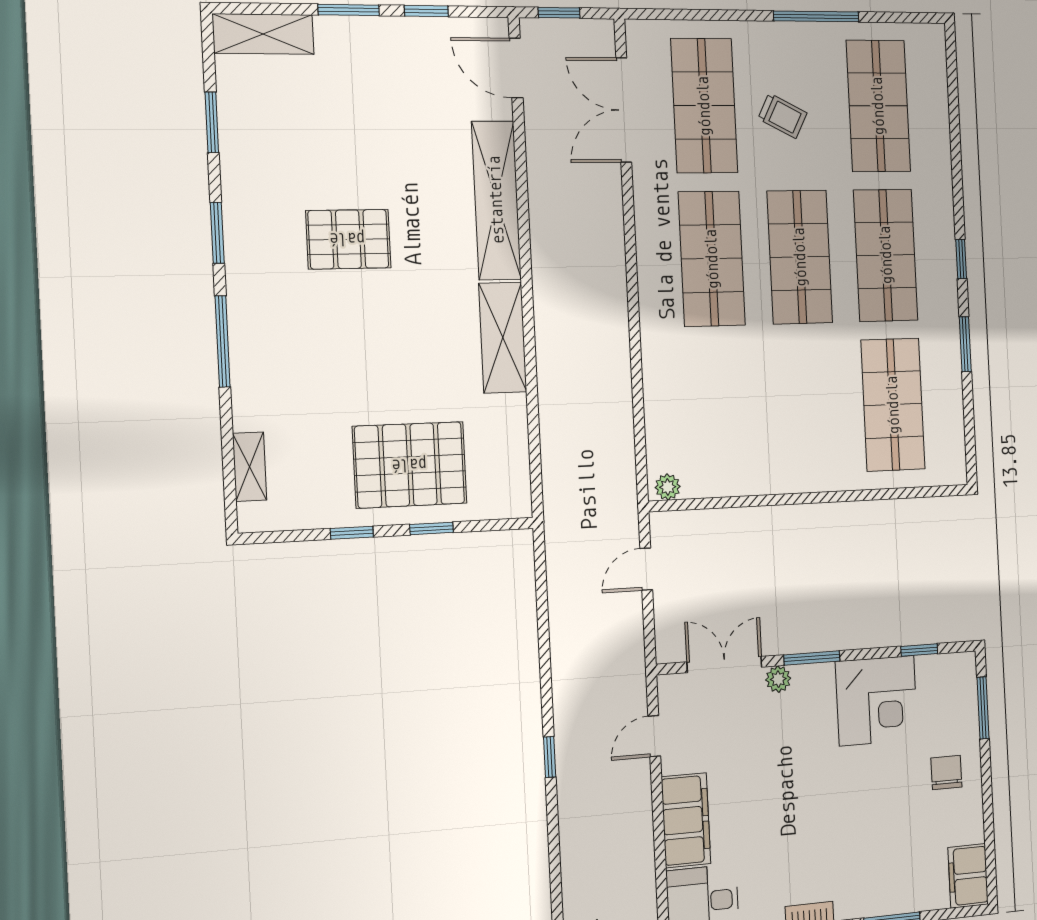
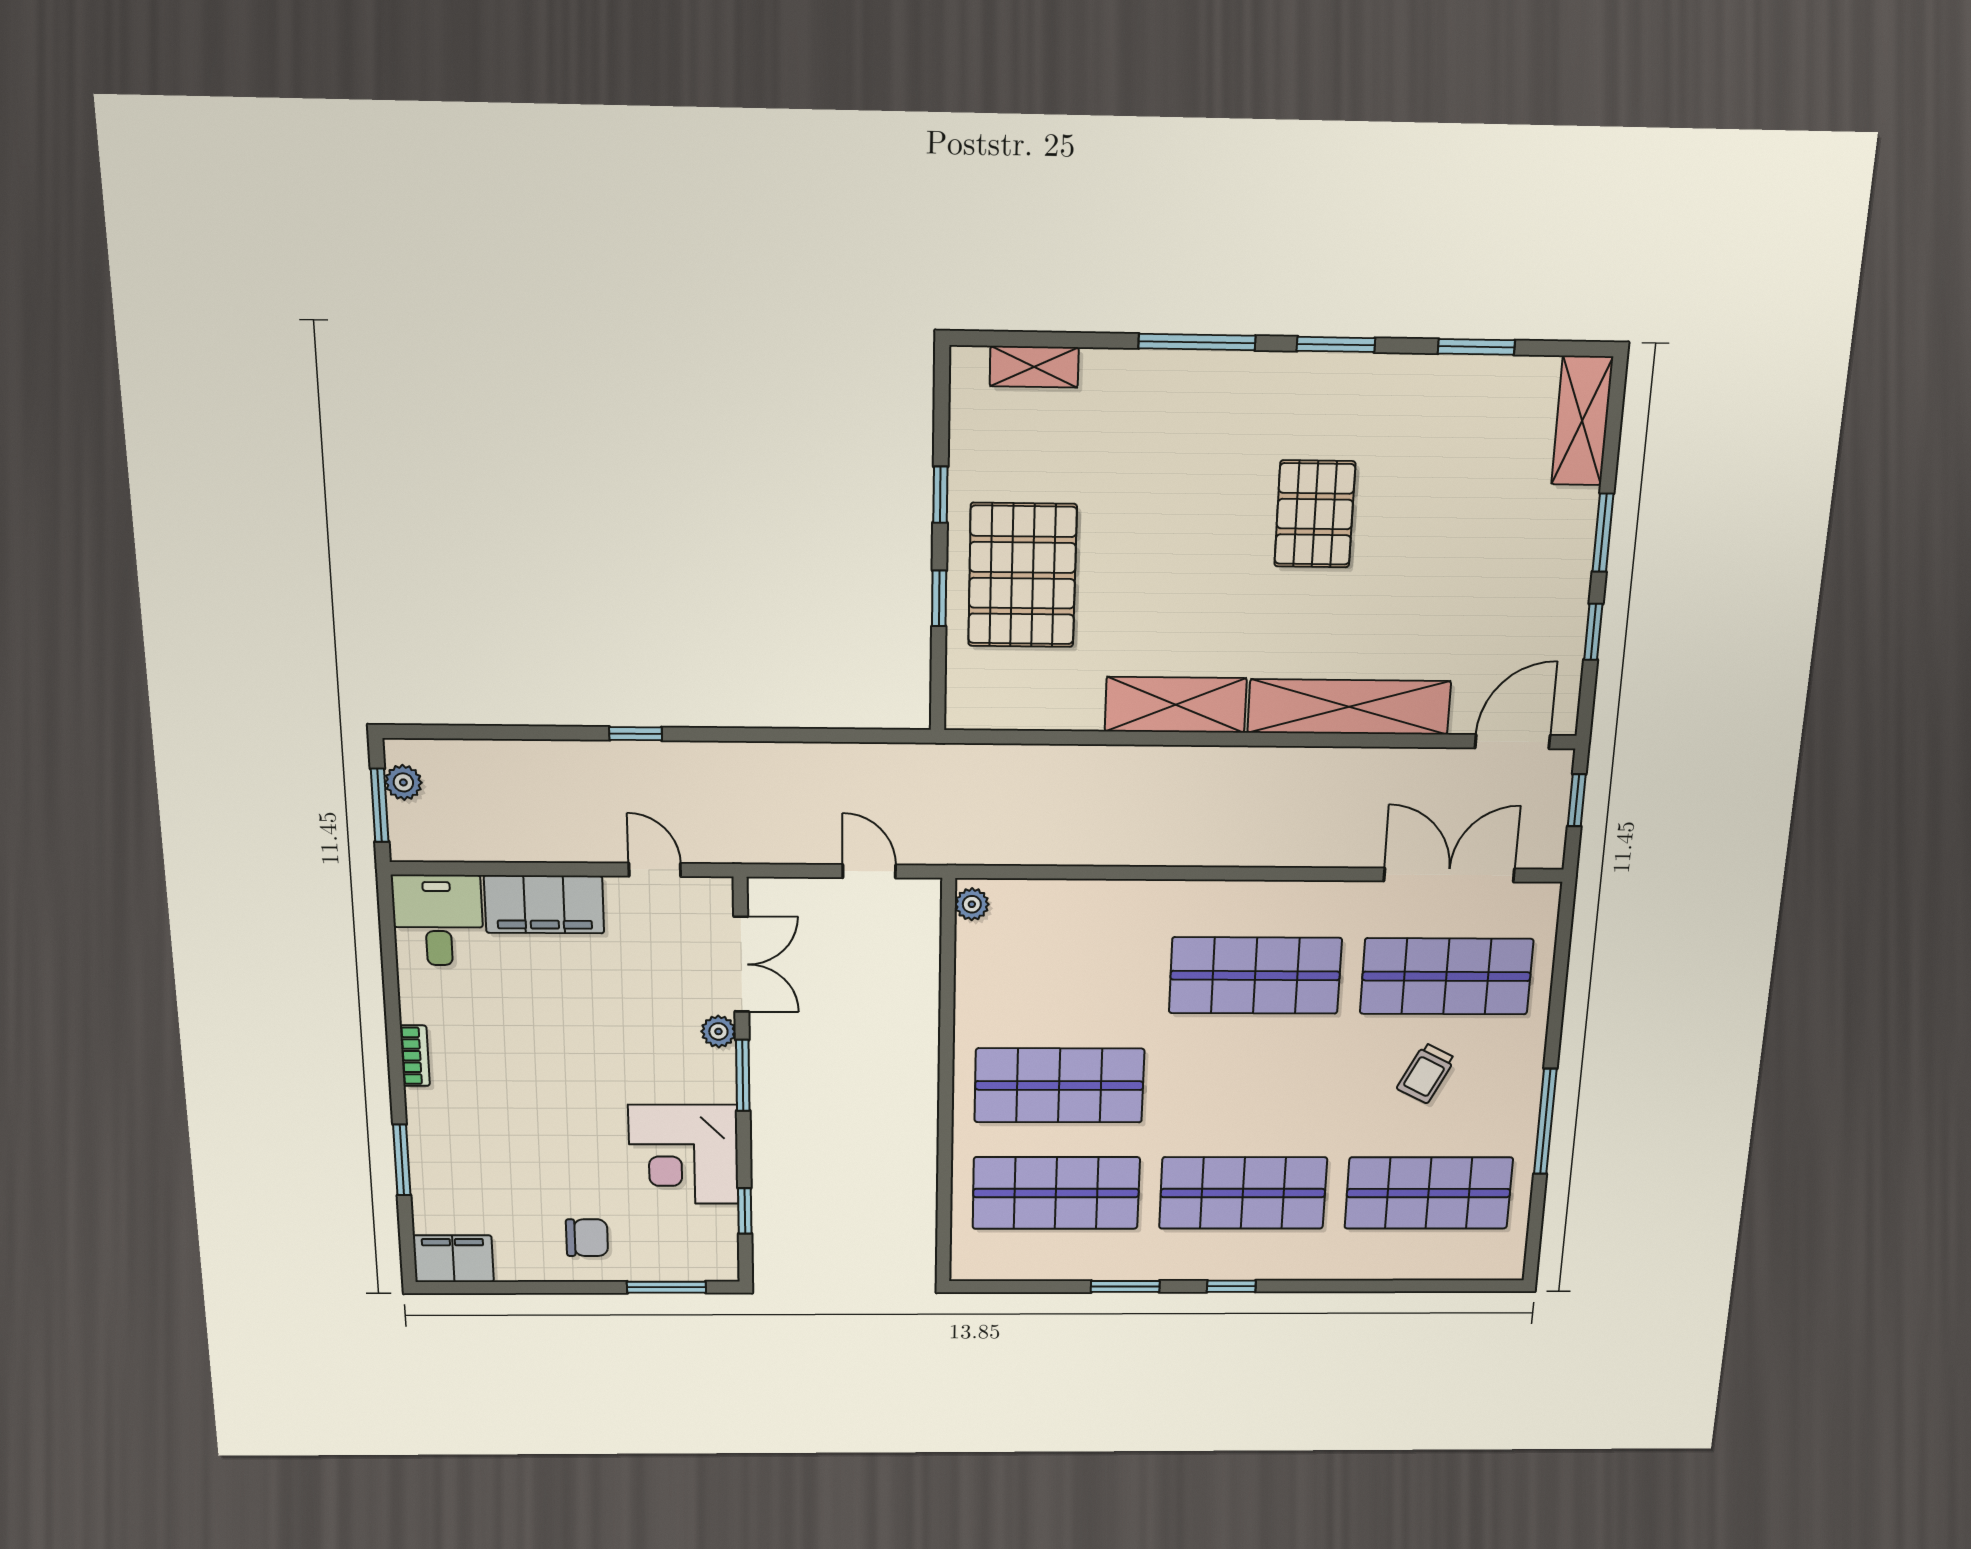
shop shelf: (800, 257) -> (1059, 1085), moved

